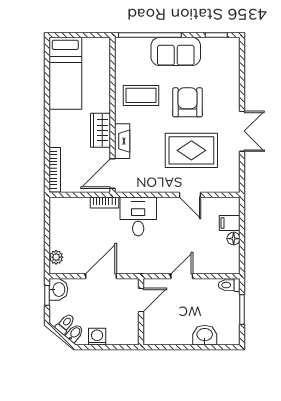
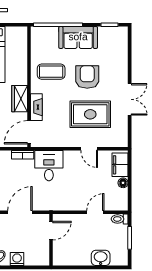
filing cabinet: (230, 223) -> (120, 165), width x2.00
door: (182, 276) -> (95, 212), moved

